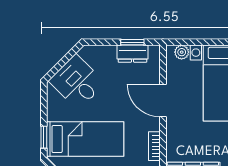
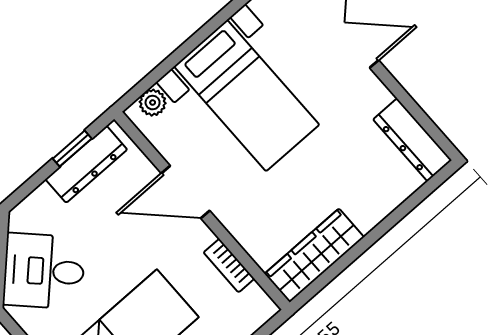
dresser: (132, 54) -> (86, 164), width x1.44

